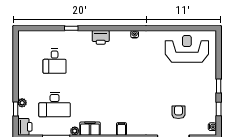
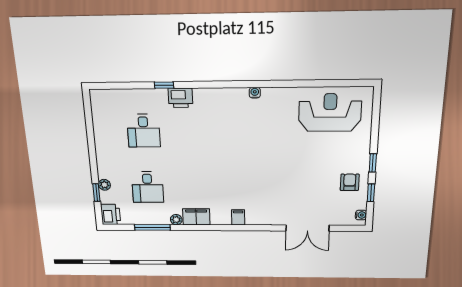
printer: (101, 37) -> (180, 98), moved
desk: (55, 105) -> (148, 187), width x0.73
armchair: (178, 112) -> (350, 182), moved

